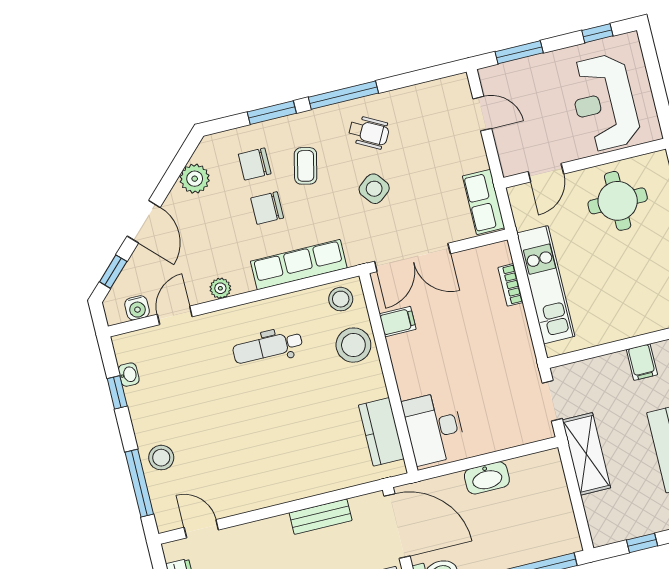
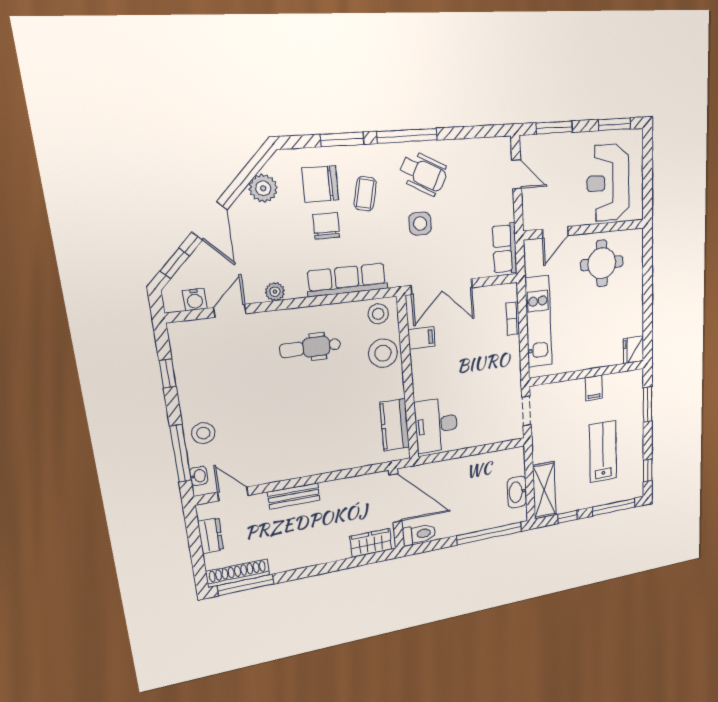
window: (597, 33) -> (614, 124), width x1.50
wheelchair: (369, 132) -> (423, 173), width x1.36, depth x1.37
chair: (255, 164) -> (320, 184), width x1.37, depth x1.37
side table: (374, 189) -> (420, 224), turned 38
chair: (267, 208) -> (326, 226), turned 90
washbasin: (129, 375) -> (199, 476), moved
shelving: (586, 454) -> (544, 490), moved
washbasin: (487, 478) -> (517, 492), moved, turned 90
bench: (321, 517) -> (294, 496), moved

